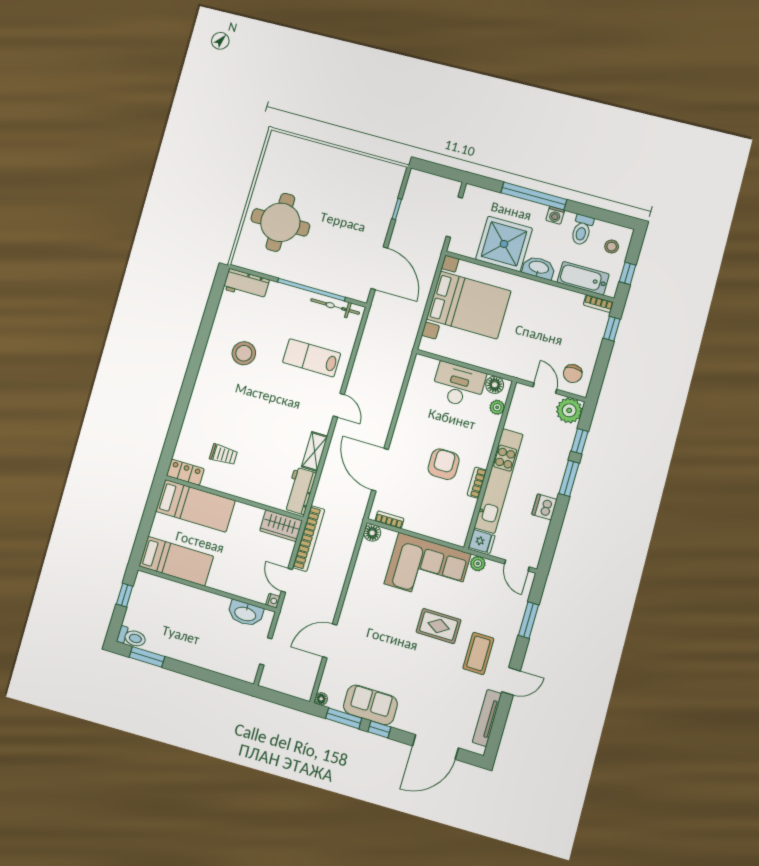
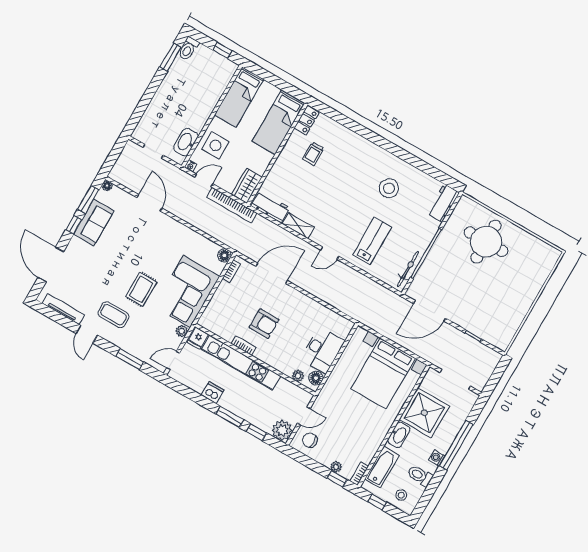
plant: (597, 334) -> (336, 467), added
side table: (241, 576) -> (215, 145), added

